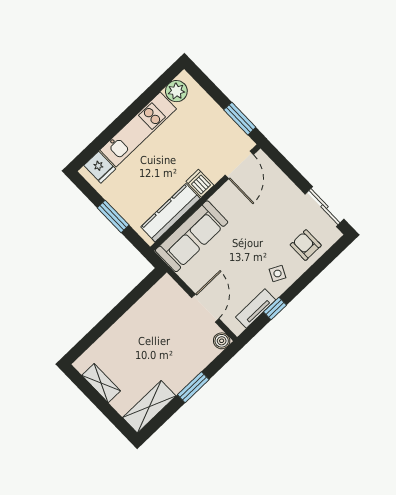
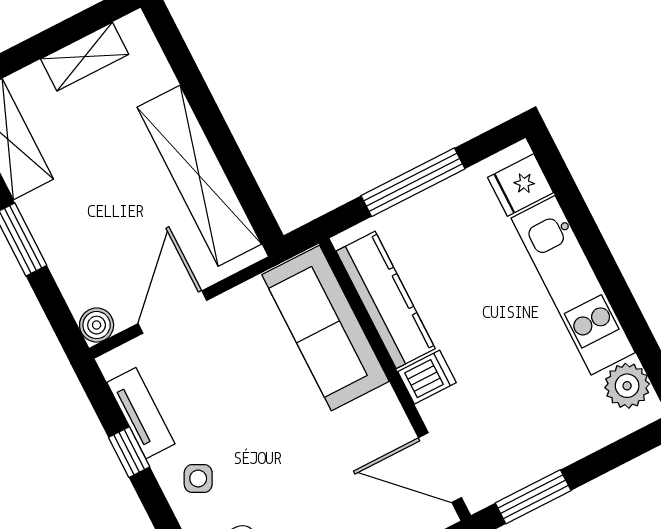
window: (113, 216) -> (413, 182), width x1.44
door: (205, 308) -> (172, 312), swing flipped
shelving: (140, 315) -> (199, 176), added

